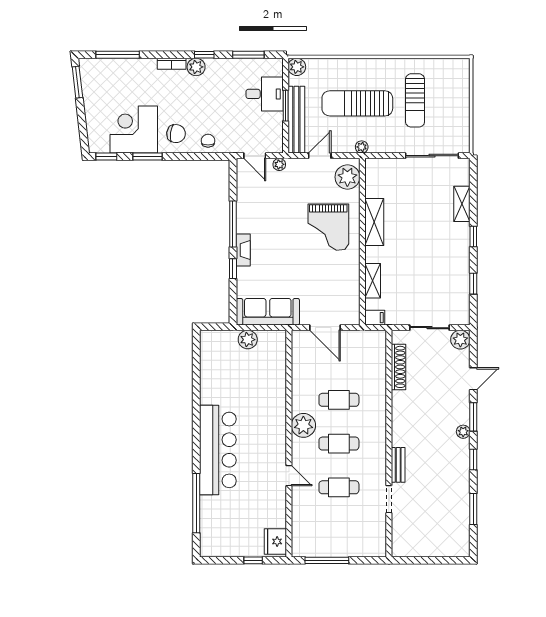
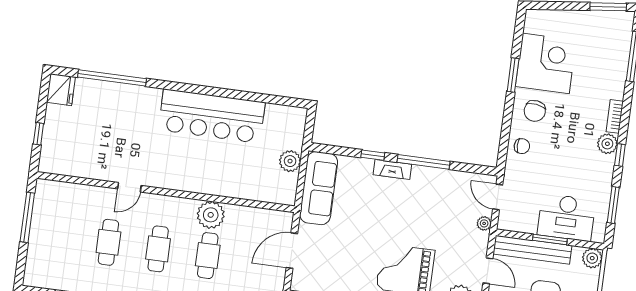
desk: (265, 94) -> (566, 217), width x1.37
door: (255, 156) -> (498, 197), hinge flipped
window: (106, 157) -> (519, 28), removed
plant: (303, 425) -> (211, 215), moved
bar counter: (218, 450) -> (212, 116), moved
fridge: (275, 541) -> (61, 90), moved, turned 90

